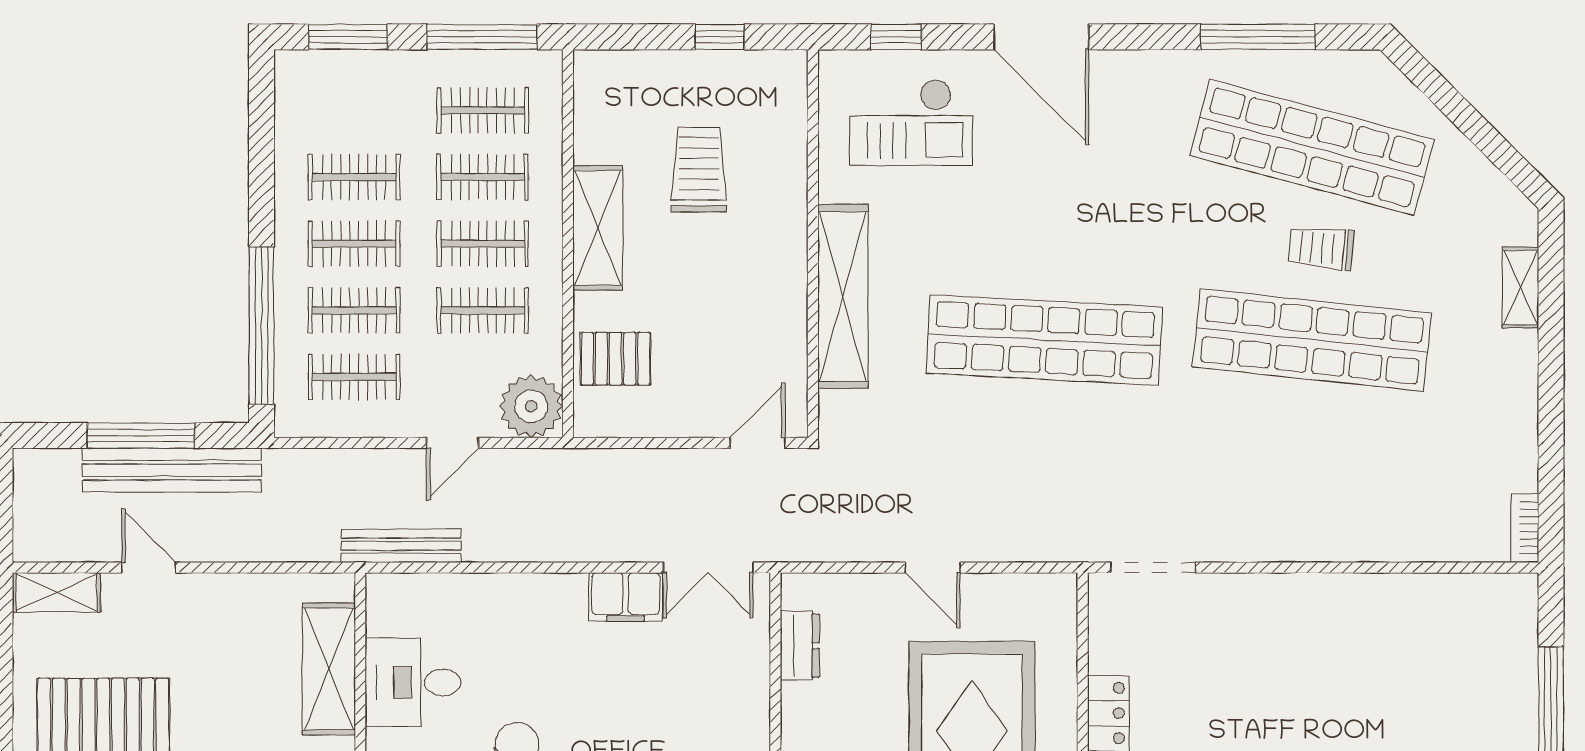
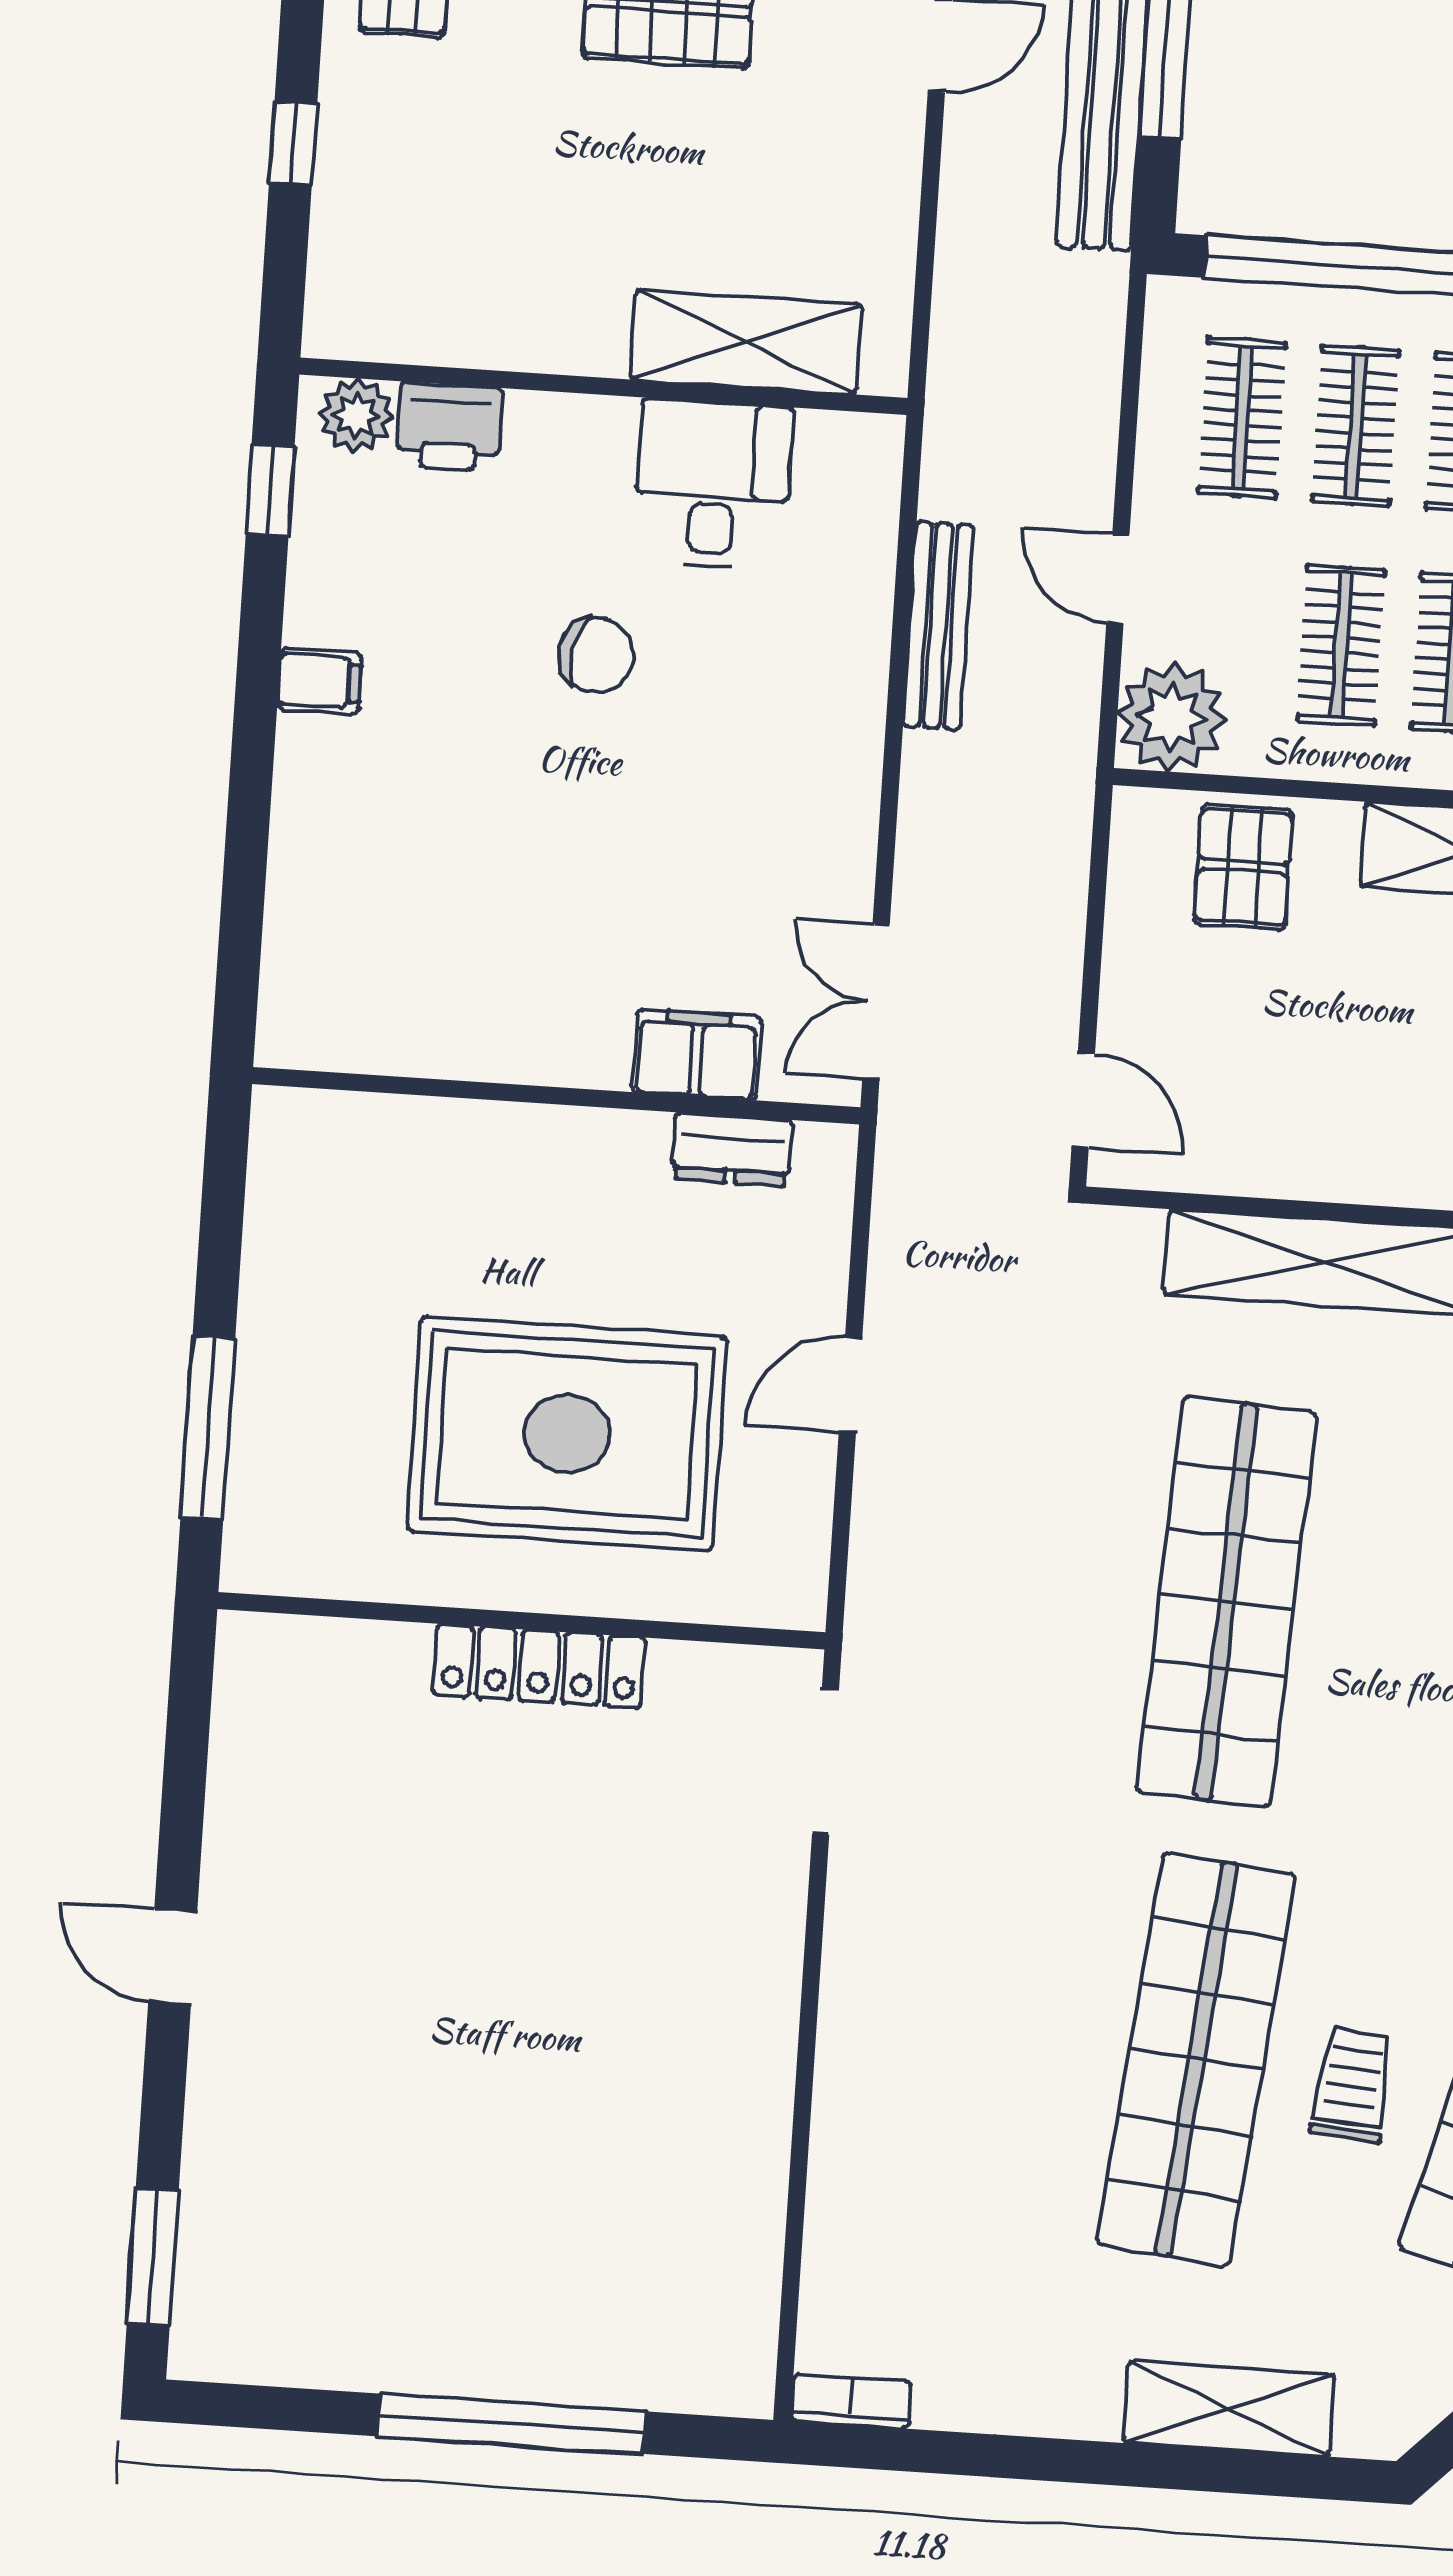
shelving: (1520, 287) -> (1229, 2409), width x1.50, depth x1.33
bench: (401, 546) -> (938, 625), moved
filing cabinet: (626, 597) -> (697, 1054), moved, turned 90

